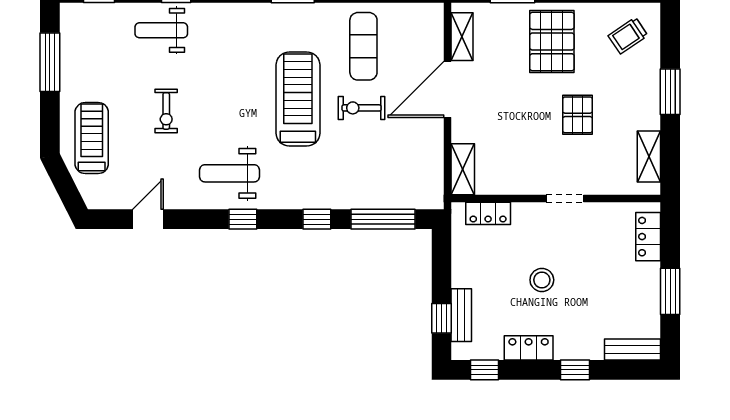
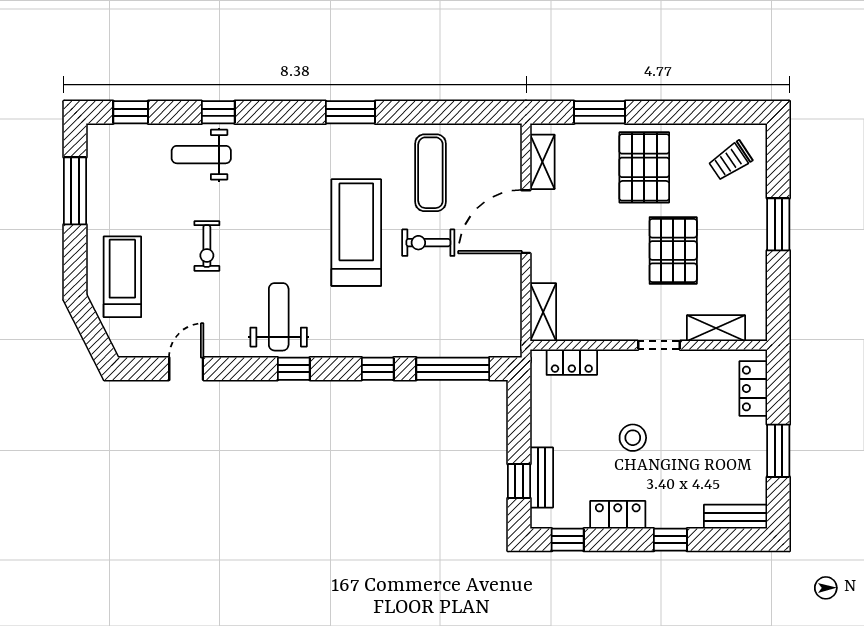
pallet: (577, 115) -> (673, 250), width x1.50, depth x1.42
shelving: (649, 156) -> (716, 328), moved, turned 90
weight bench: (230, 173) -> (279, 317), turned 90

